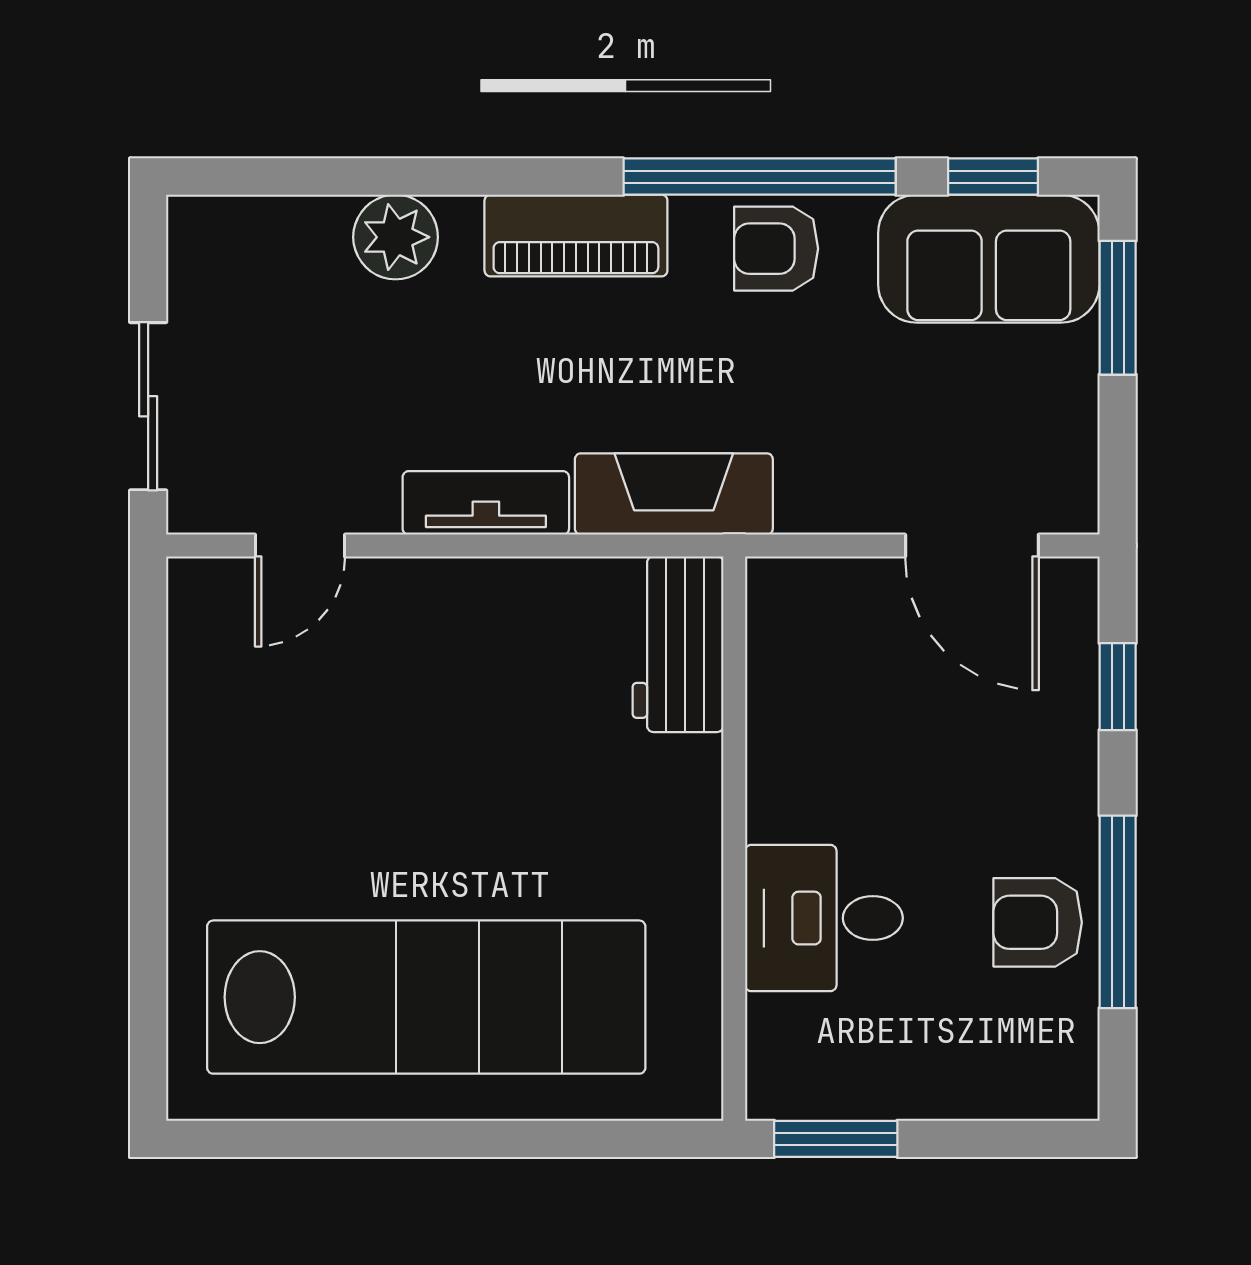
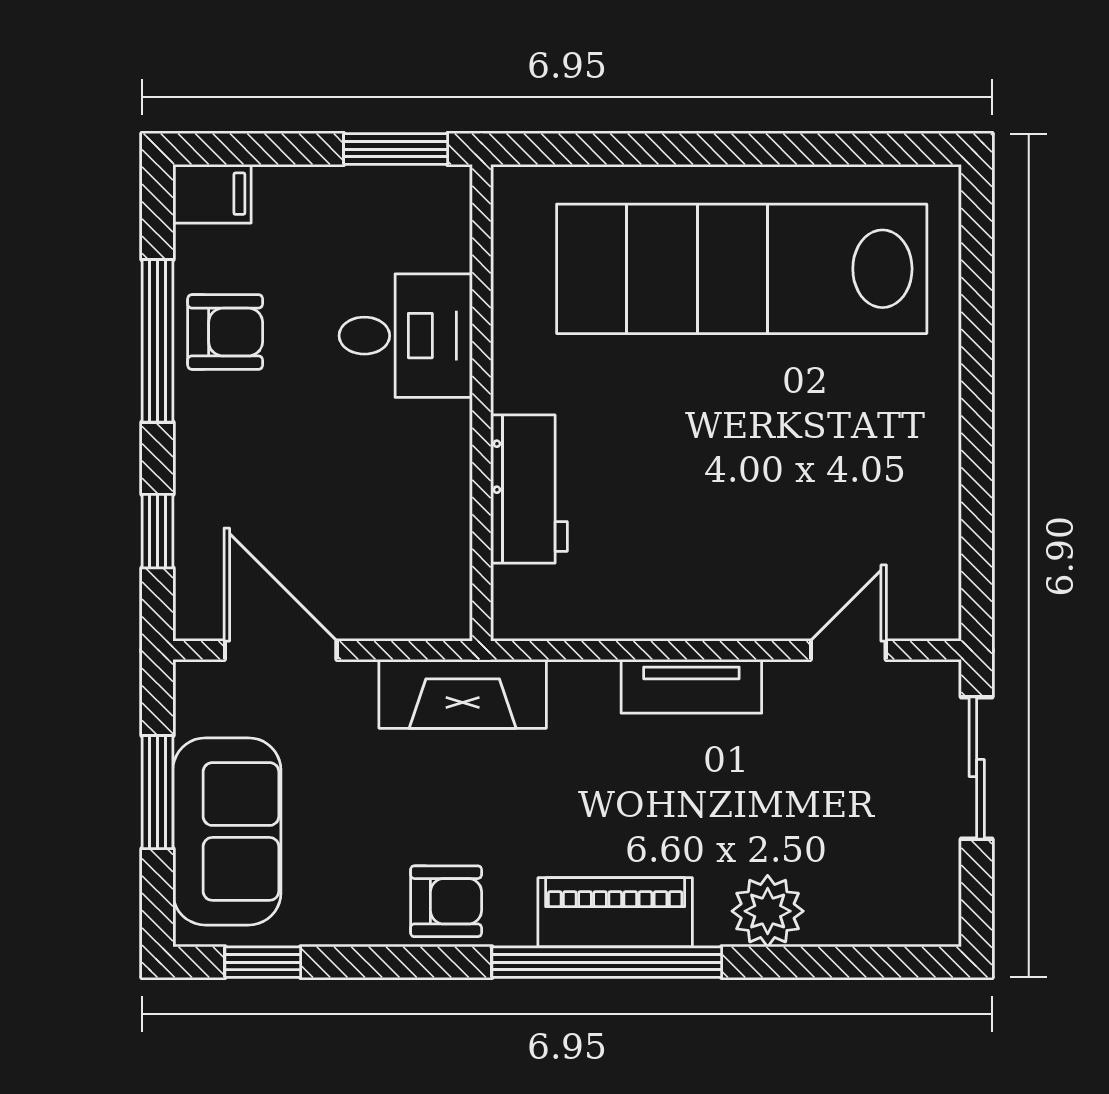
window: (760, 177) -> (607, 962), moved
sofa: (989, 259) -> (227, 831), moved, turned 90
window: (1118, 308) -> (158, 792), moved
fireplace: (674, 494) -> (463, 694), moved
workbench: (678, 644) -> (529, 489), moved
filing cabinet: (1053, 1086) -> (212, 194), added

